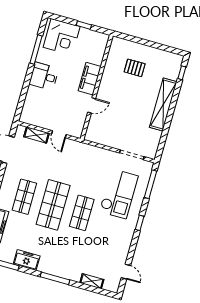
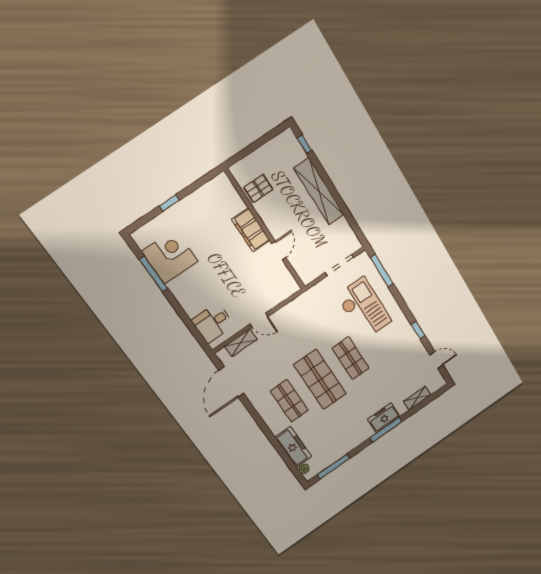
corner desk: (62, 37) -> (170, 256), moved, turned -90
desk: (44, 76) -> (213, 323), moved
filing cabinet: (90, 79) -> (251, 230), moved
wall: (97, 87) -> (265, 230), moved
door: (92, 105) -> (279, 250), moved
window: (140, 223) -> (418, 330), moved
freezer: (27, 260) -> (384, 418), moved

